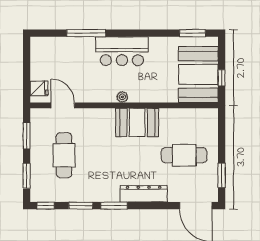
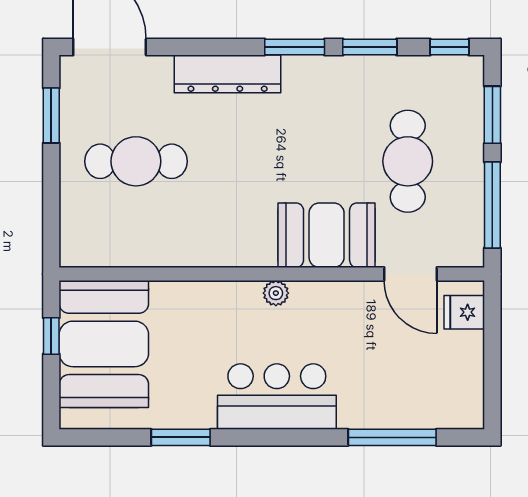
window: (86, 33) -> (392, 437), moved
window: (192, 33) -> (181, 437), moved
booth: (137, 122) -> (327, 235), moved
window: (27, 136) -> (492, 205), width x1.44

